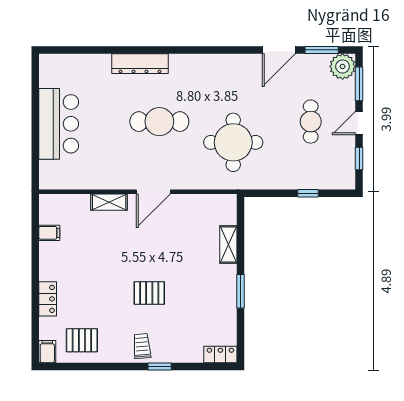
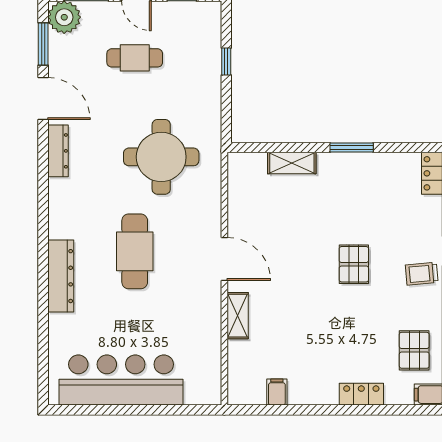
dresser: (238, 62) -> (58, 151), added
bar counter: (59, 124) -> (121, 380), width x1.36

